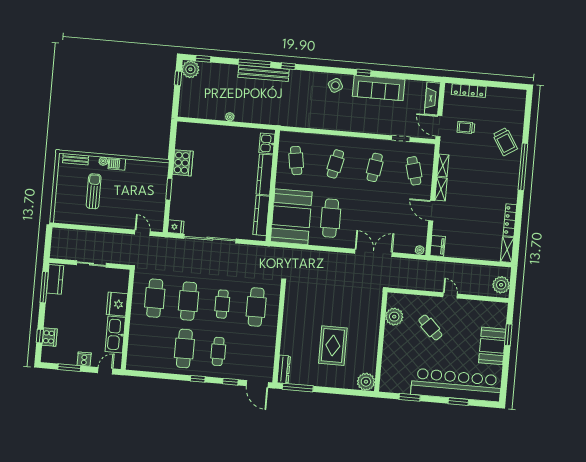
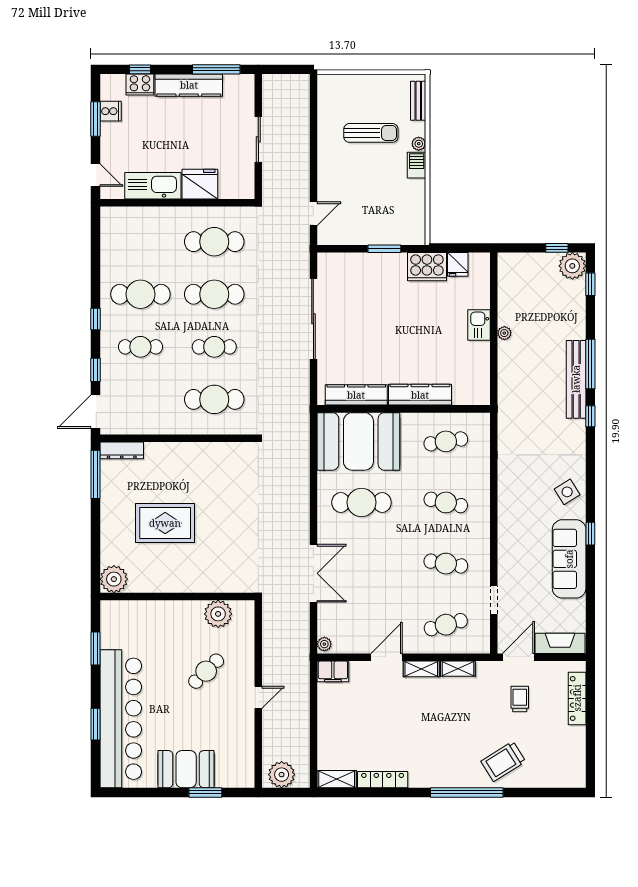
kitchen sink: (267, 143) -> (479, 325), moved, turned -90
fridge: (176, 227) -> (458, 264), moved
kitchen counter: (55, 279) -> (189, 85), moved, width x1.50
cooker: (84, 359) -> (111, 111), moved

